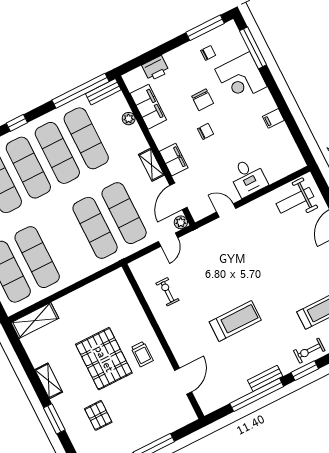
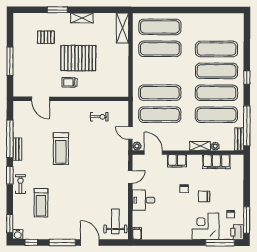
printer: (156, 68) -> (237, 232), moved
filing cabinet: (273, 118) -> (137, 233), moved
shelving: (151, 165) -> (200, 146), moved

